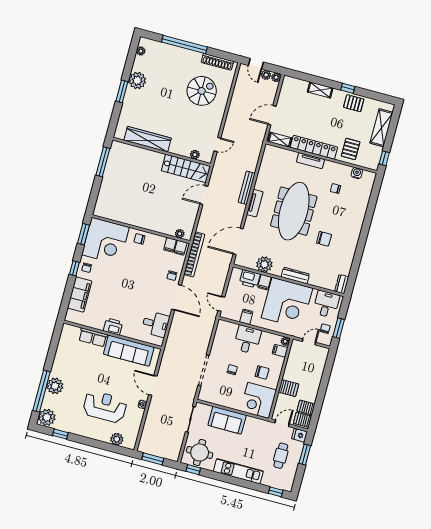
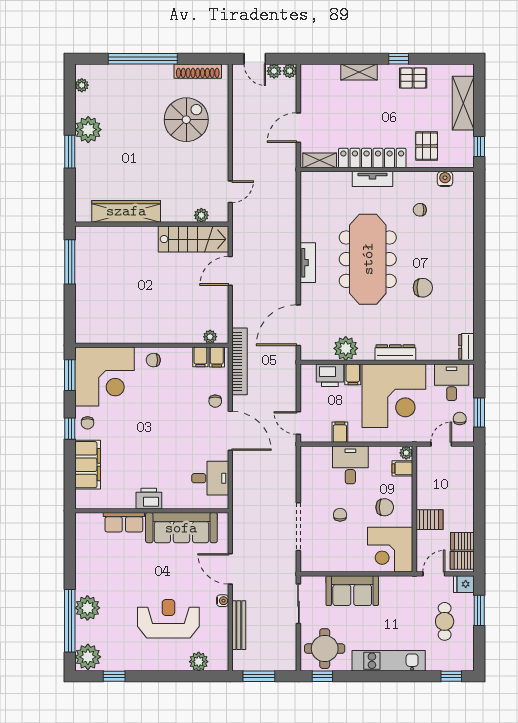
bench: (247, 188) -> (239, 625), moved

